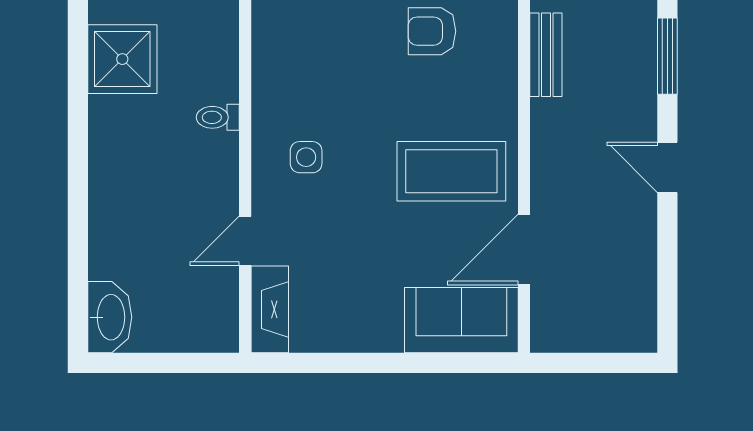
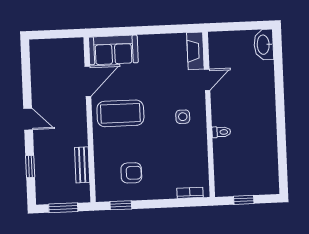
window: (667, 56) -> (30, 167), width x0.67
shower: (122, 59) -> (263, 155), removed

